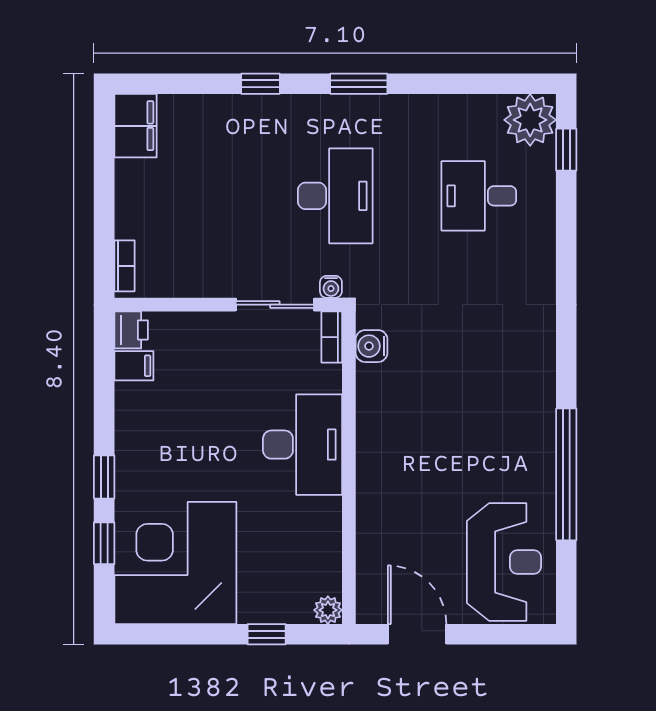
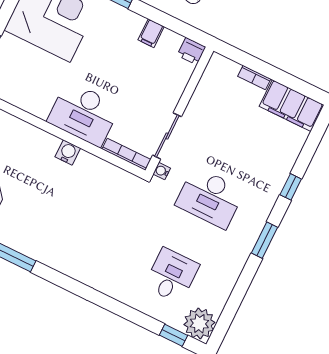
filing cabinet: (135, 126) -> (292, 106), width x1.50, depth x1.17
bookcase: (125, 266) -> (254, 78), moved
bookcase: (332, 337) -> (126, 154), width x1.56
water cooler: (372, 346) -> (68, 152), moved
filing cabinet: (134, 366) -> (151, 33), moved

